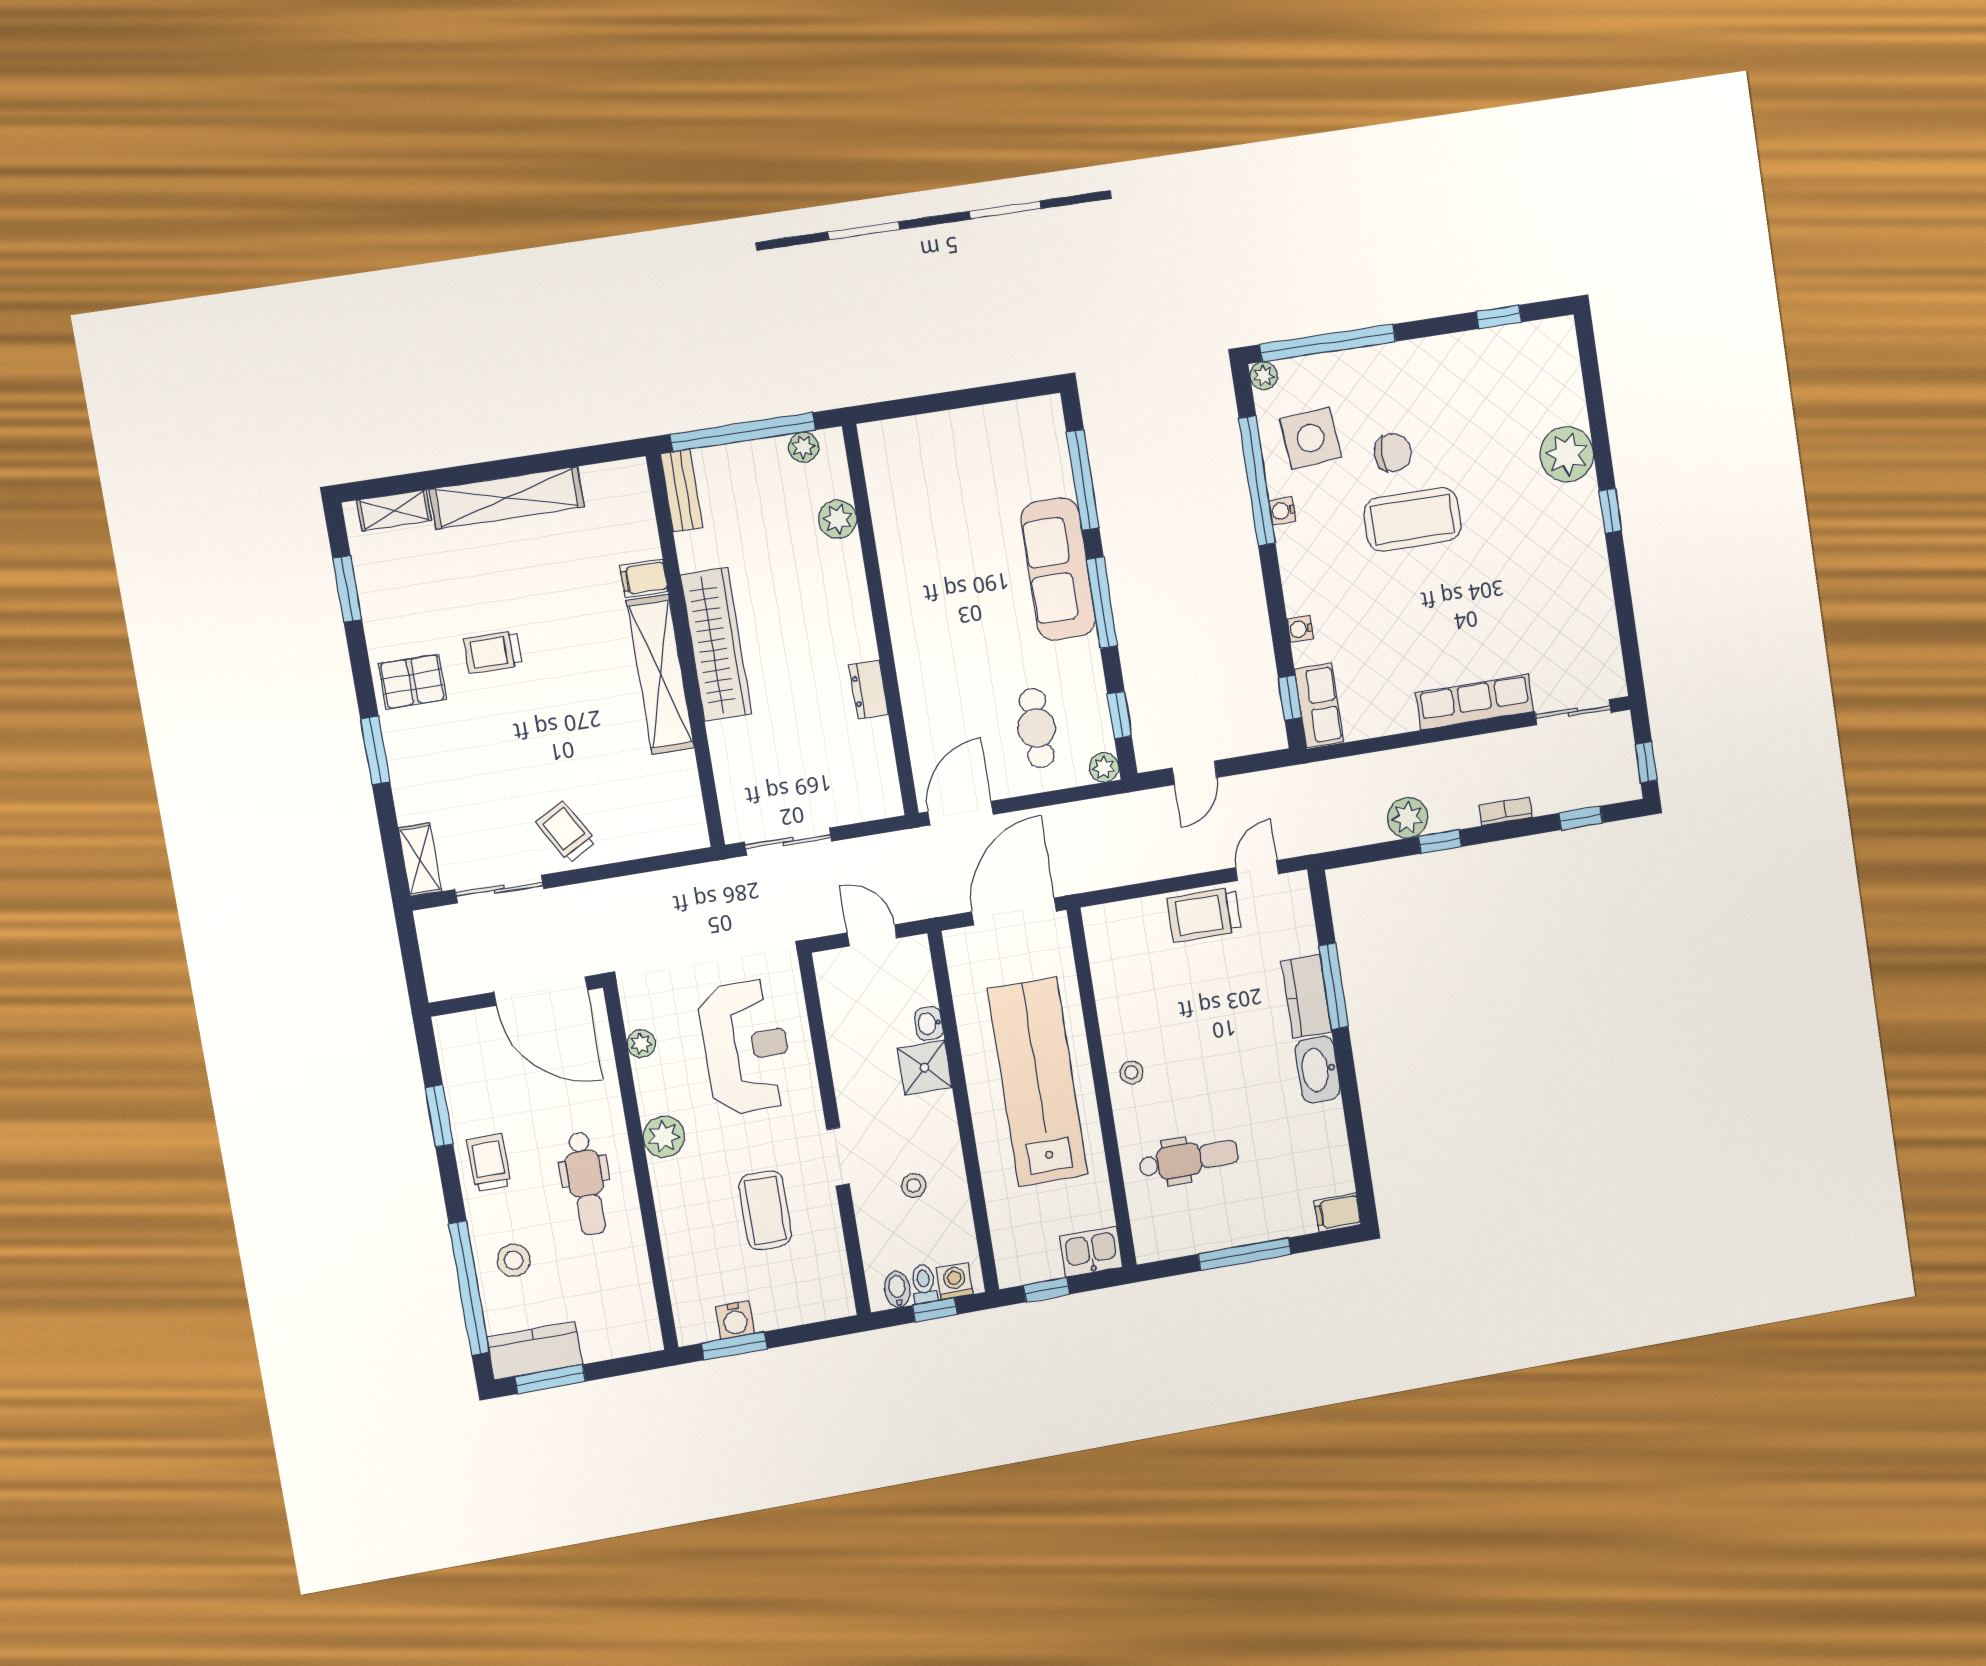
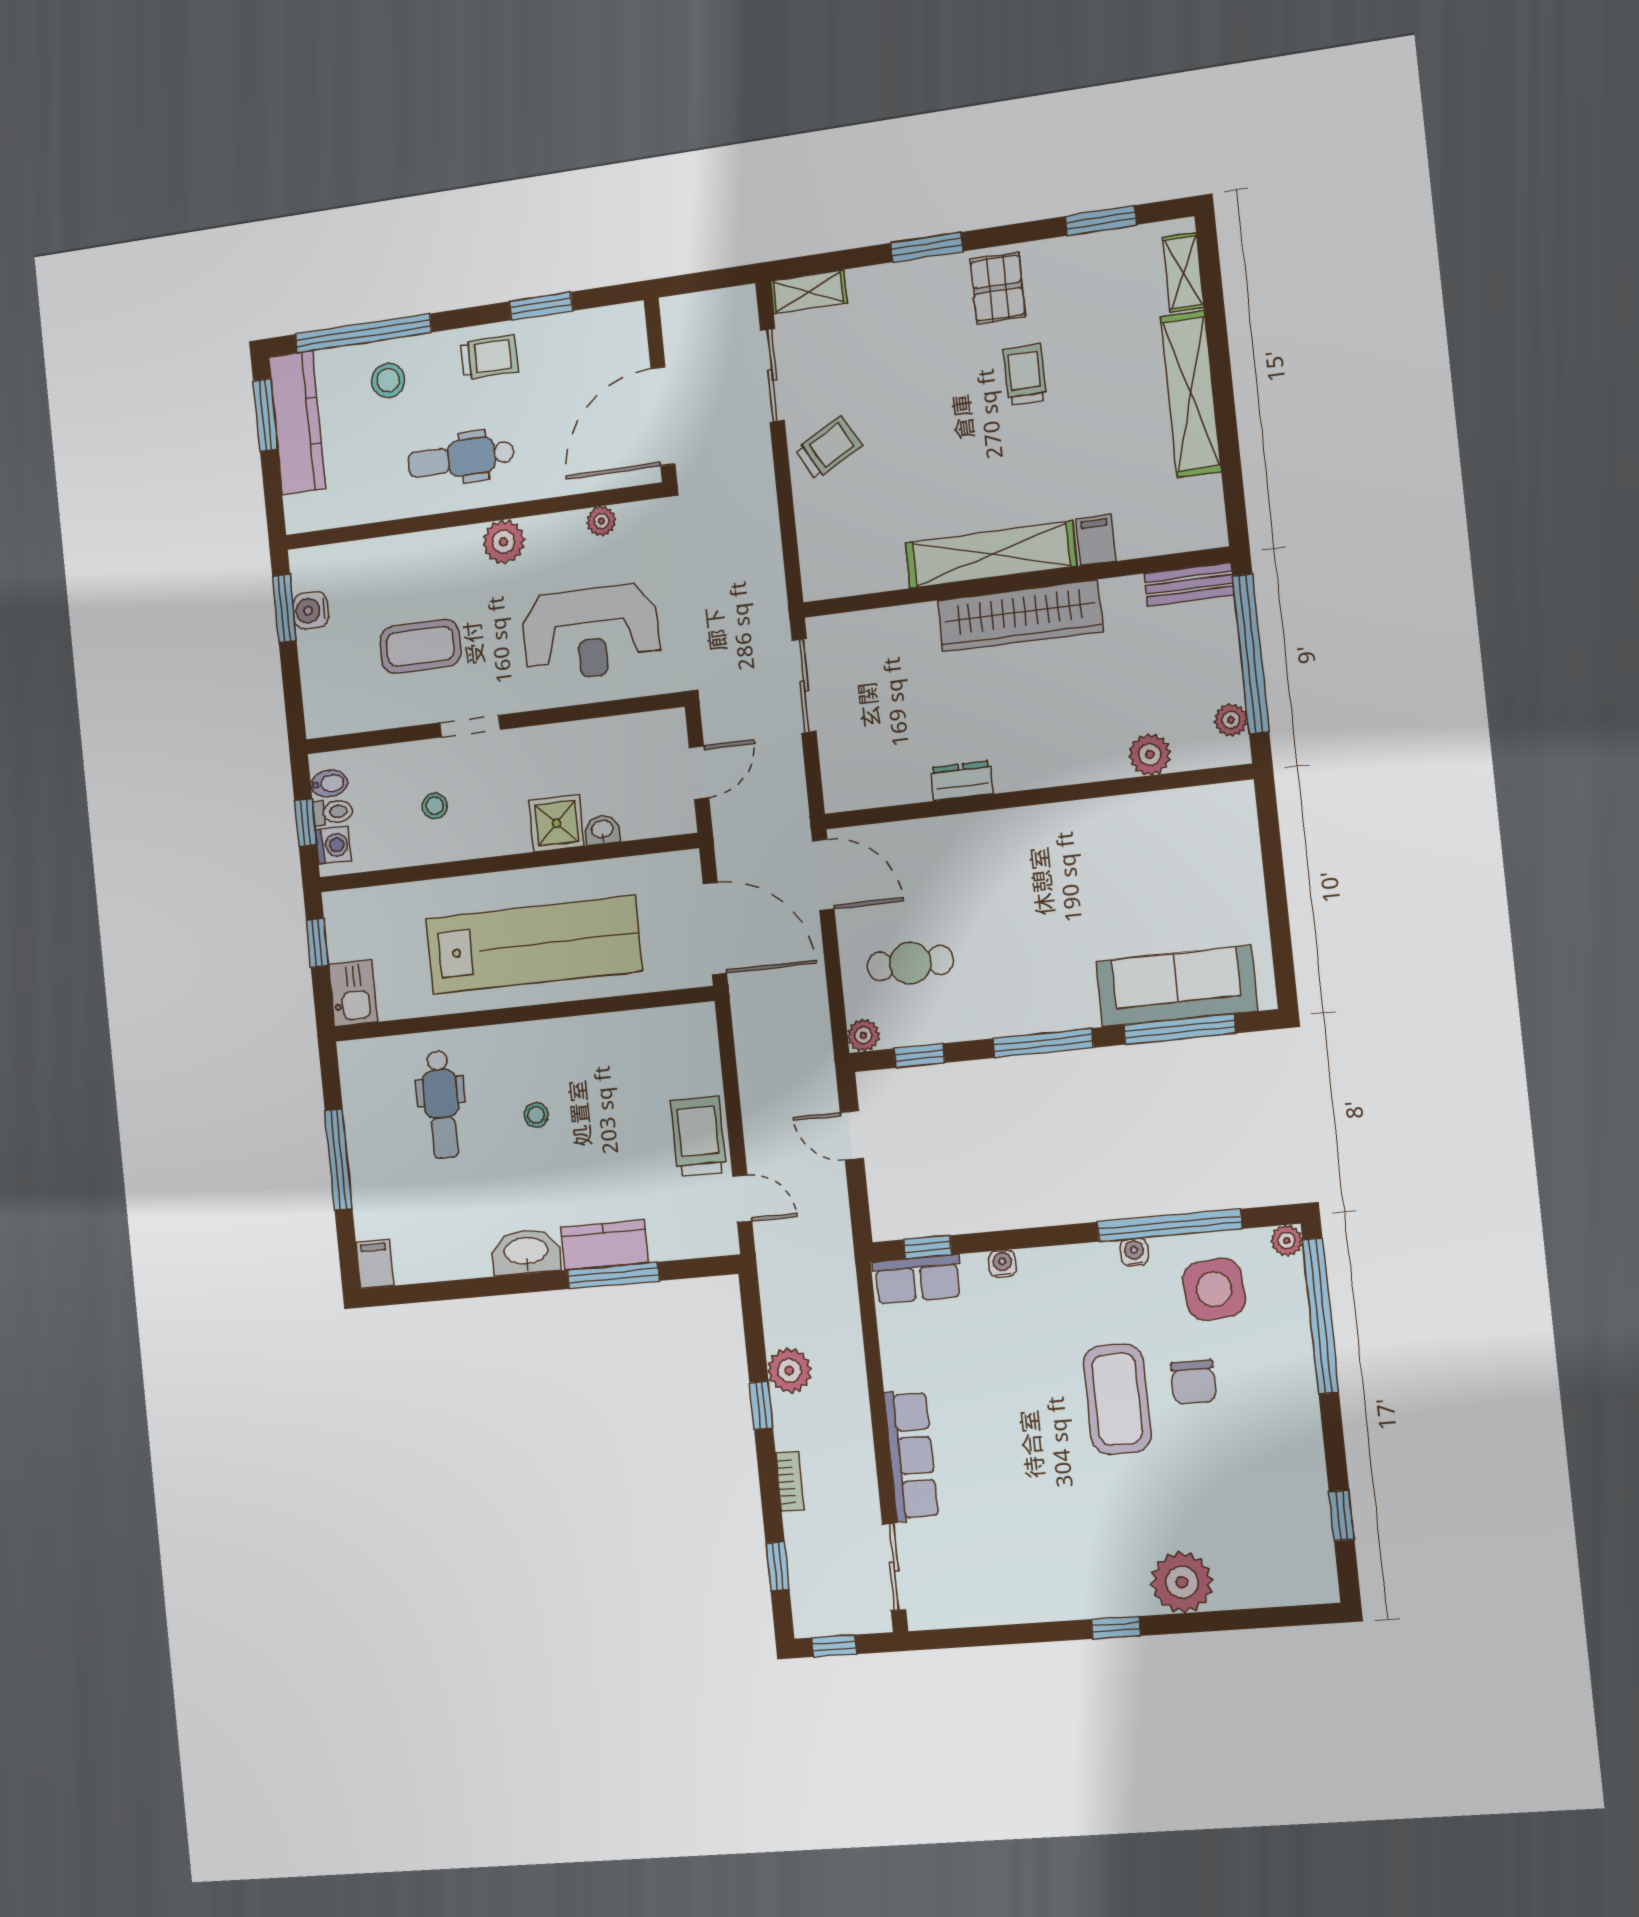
sofa: (1058, 569) -> (1177, 986), moved
stool: (1131, 1072) -> (536, 1115), moved
kitchen counter: (535, 1351) -> (297, 423), width x1.50

